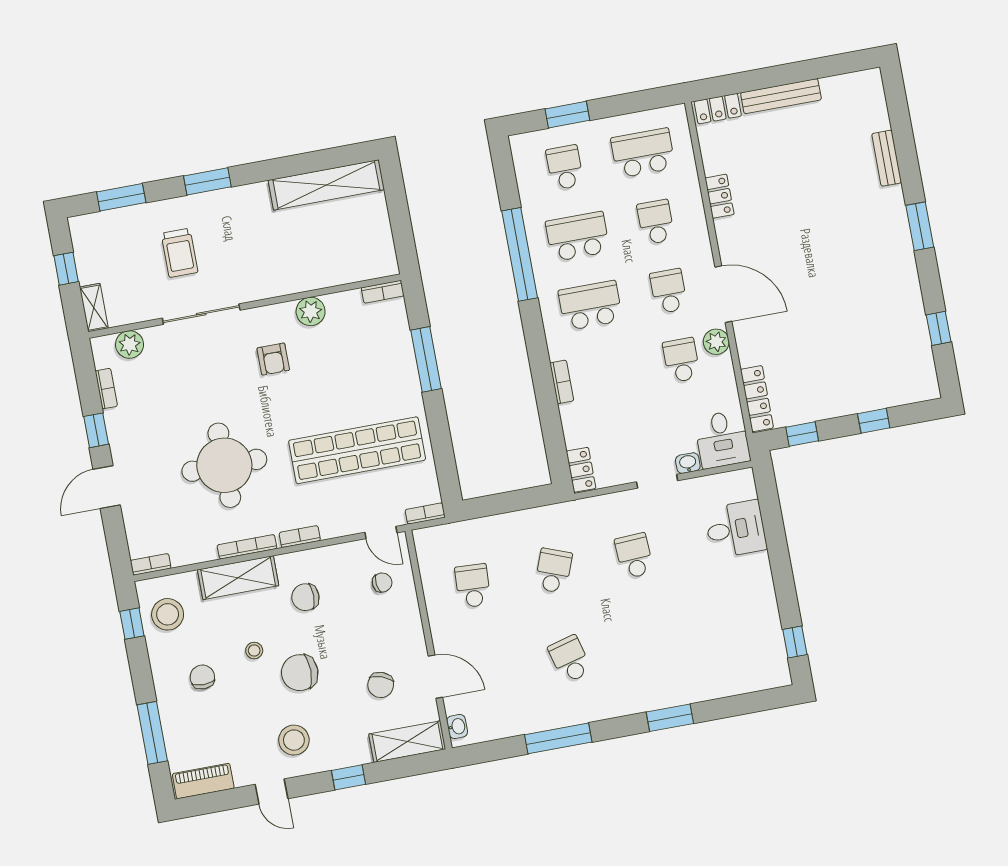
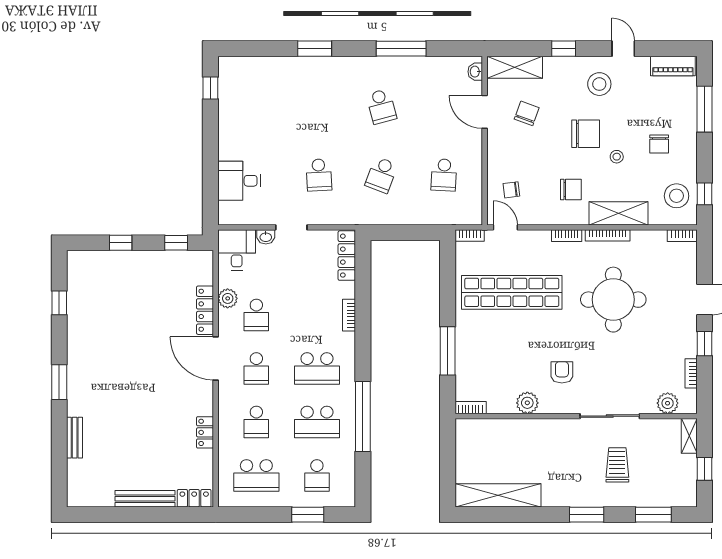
plant: (716, 342) -> (228, 298), moved
locker: (757, 399) -> (205, 310), moved
locker: (581, 470) -> (347, 256), width x1.53

